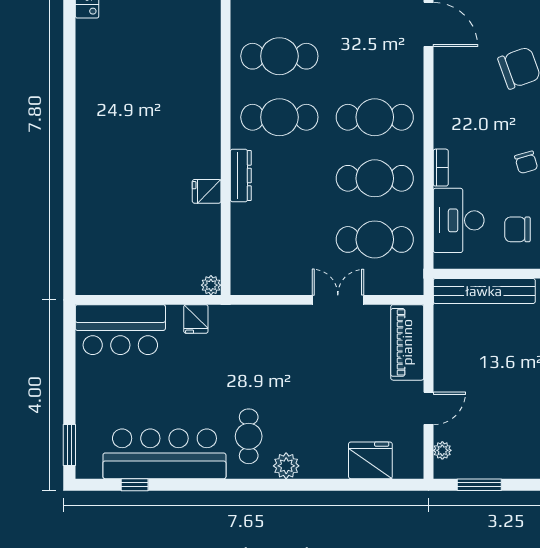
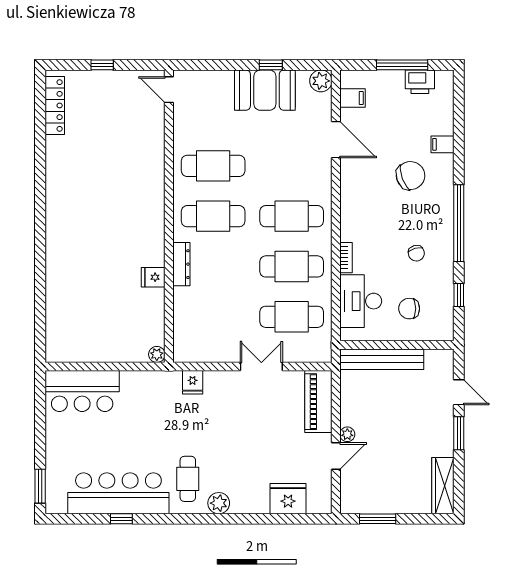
fridge: (196, 319) -> (193, 382), moved
plant: (442, 450) -> (347, 434), moved
window: (135, 485) -> (121, 519), moved

